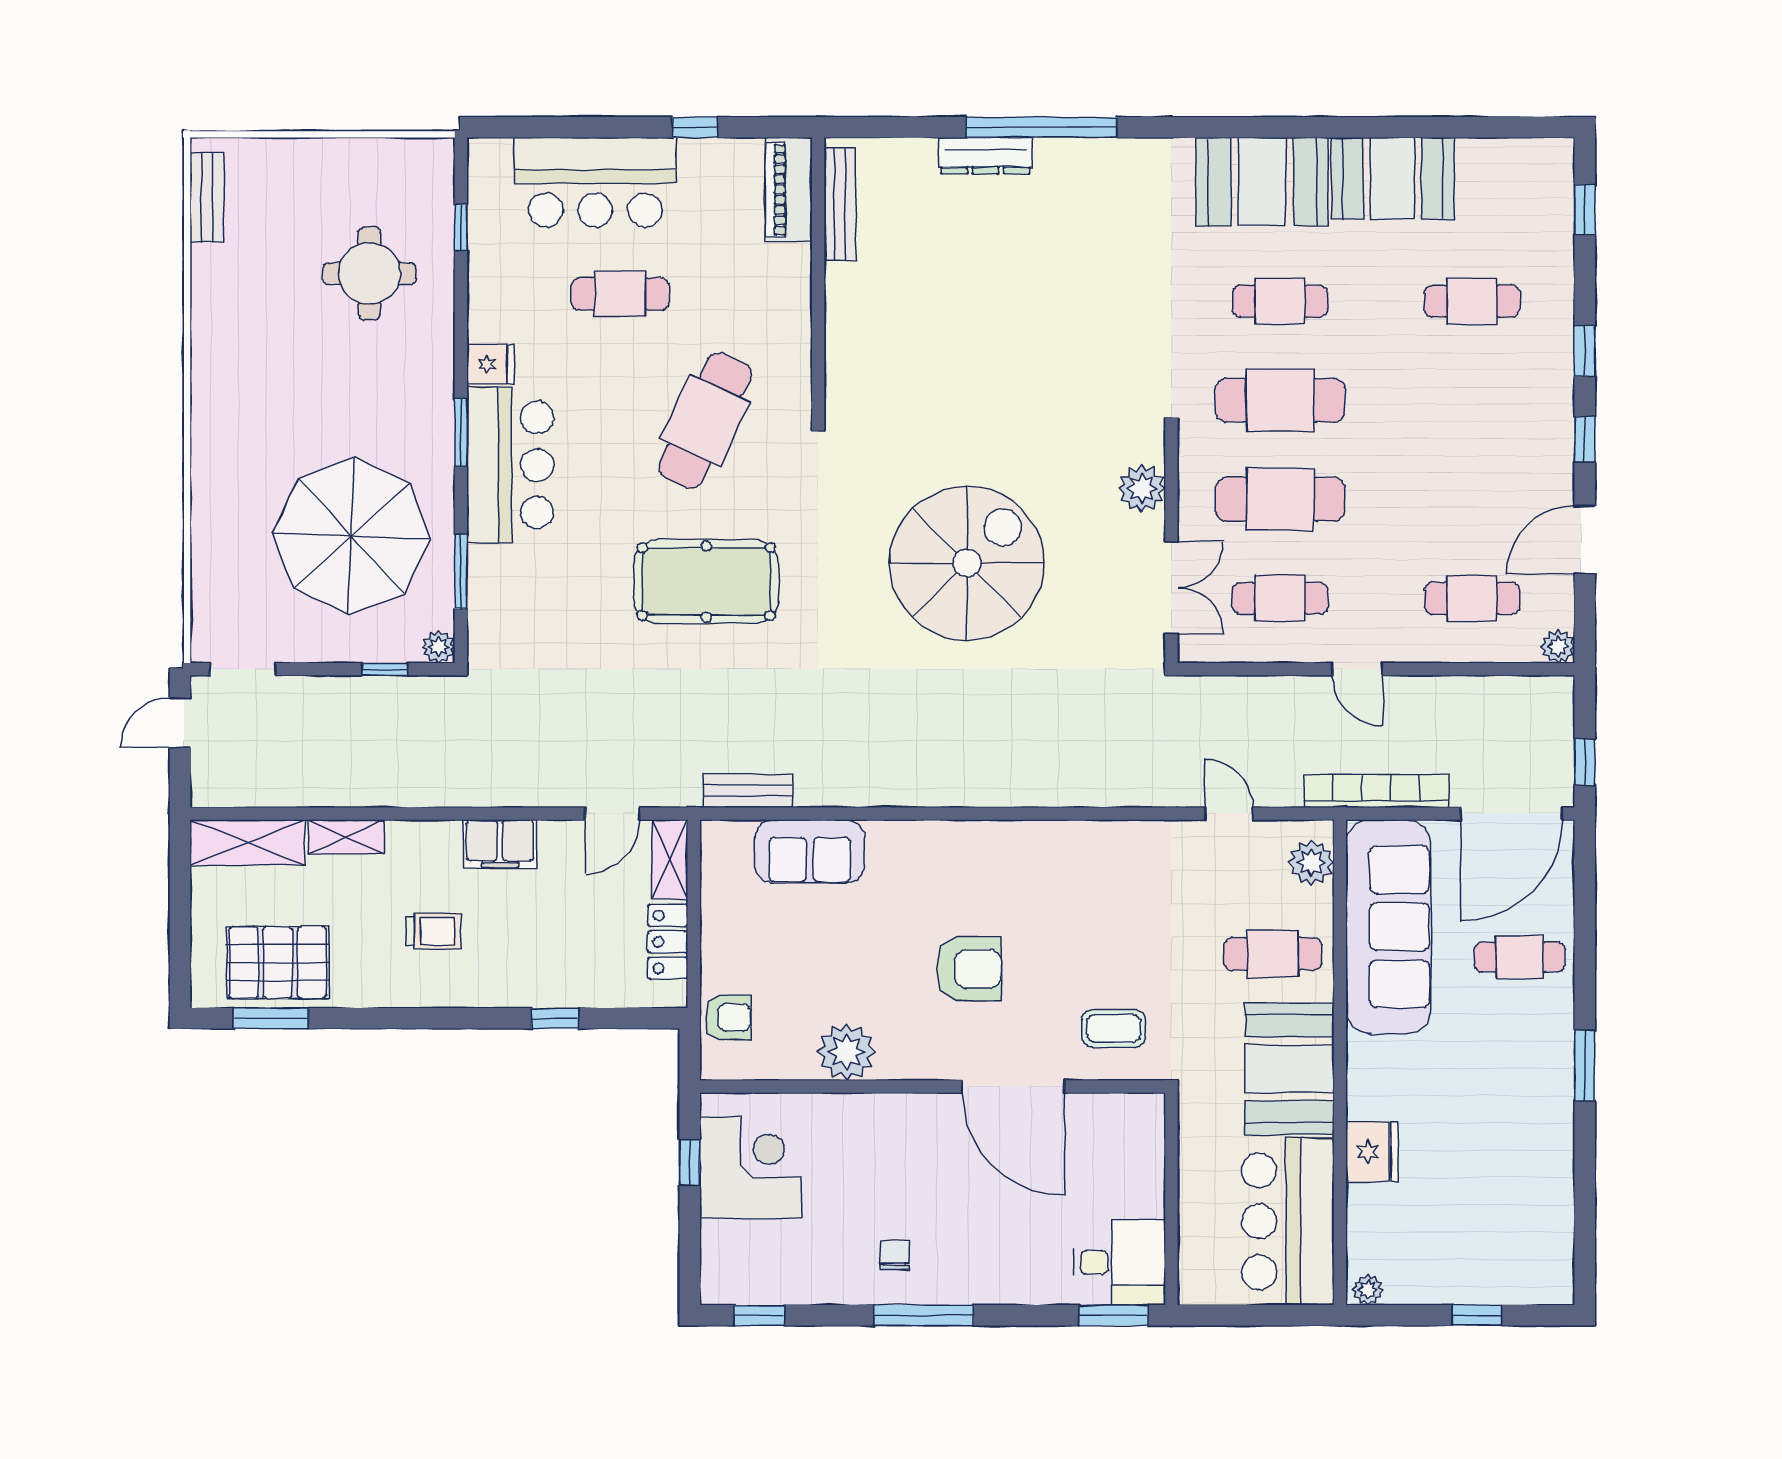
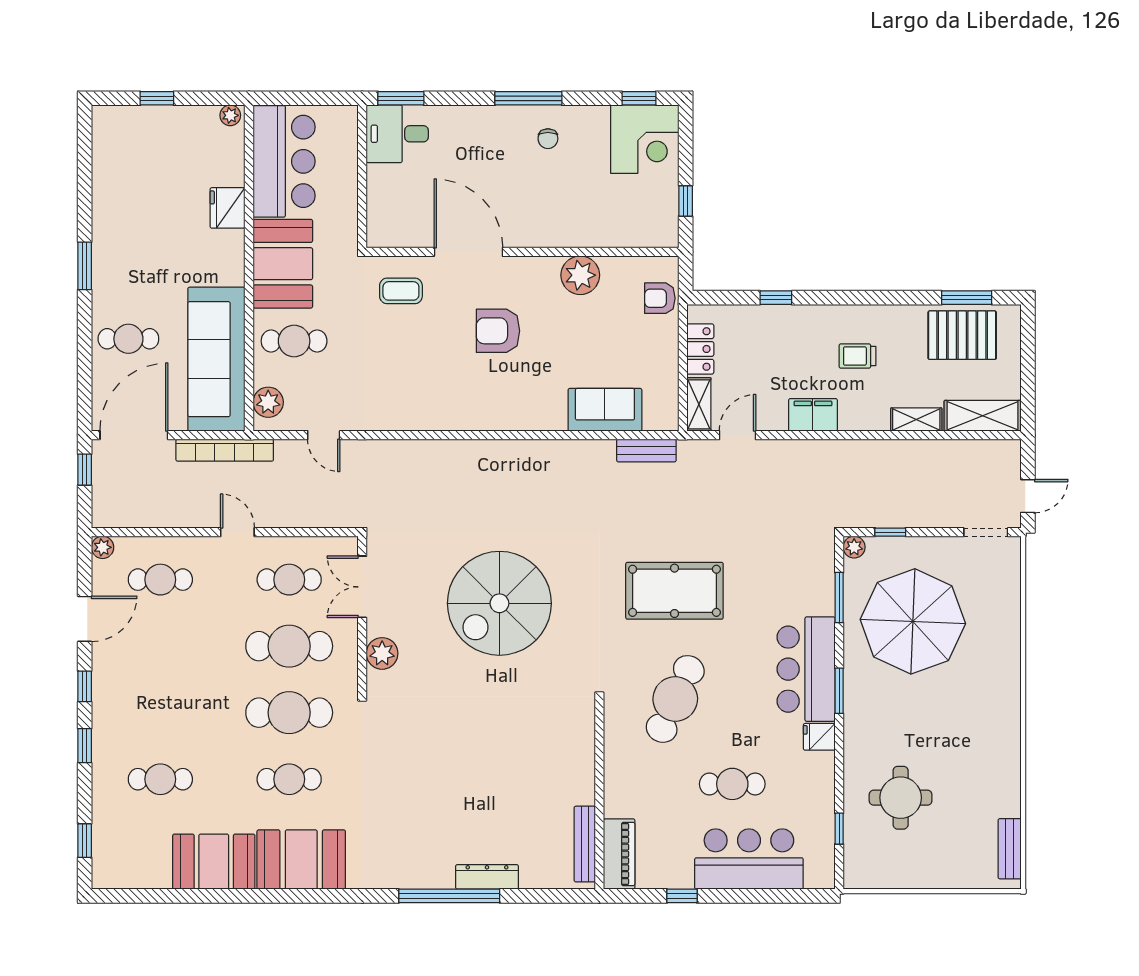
corner desk: (751, 1167) -> (645, 139), moved, turned -90

